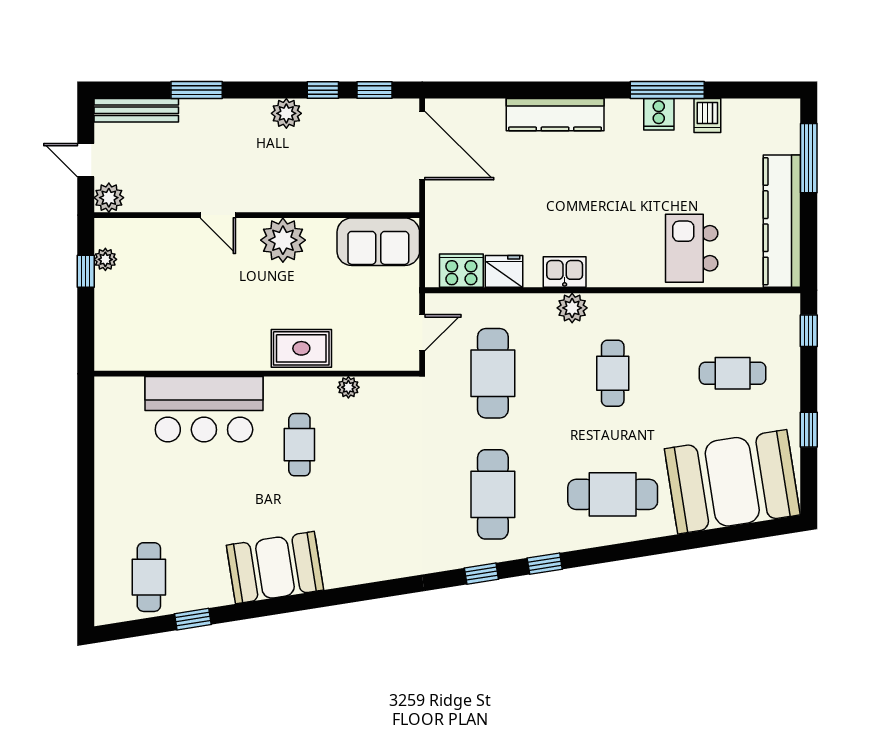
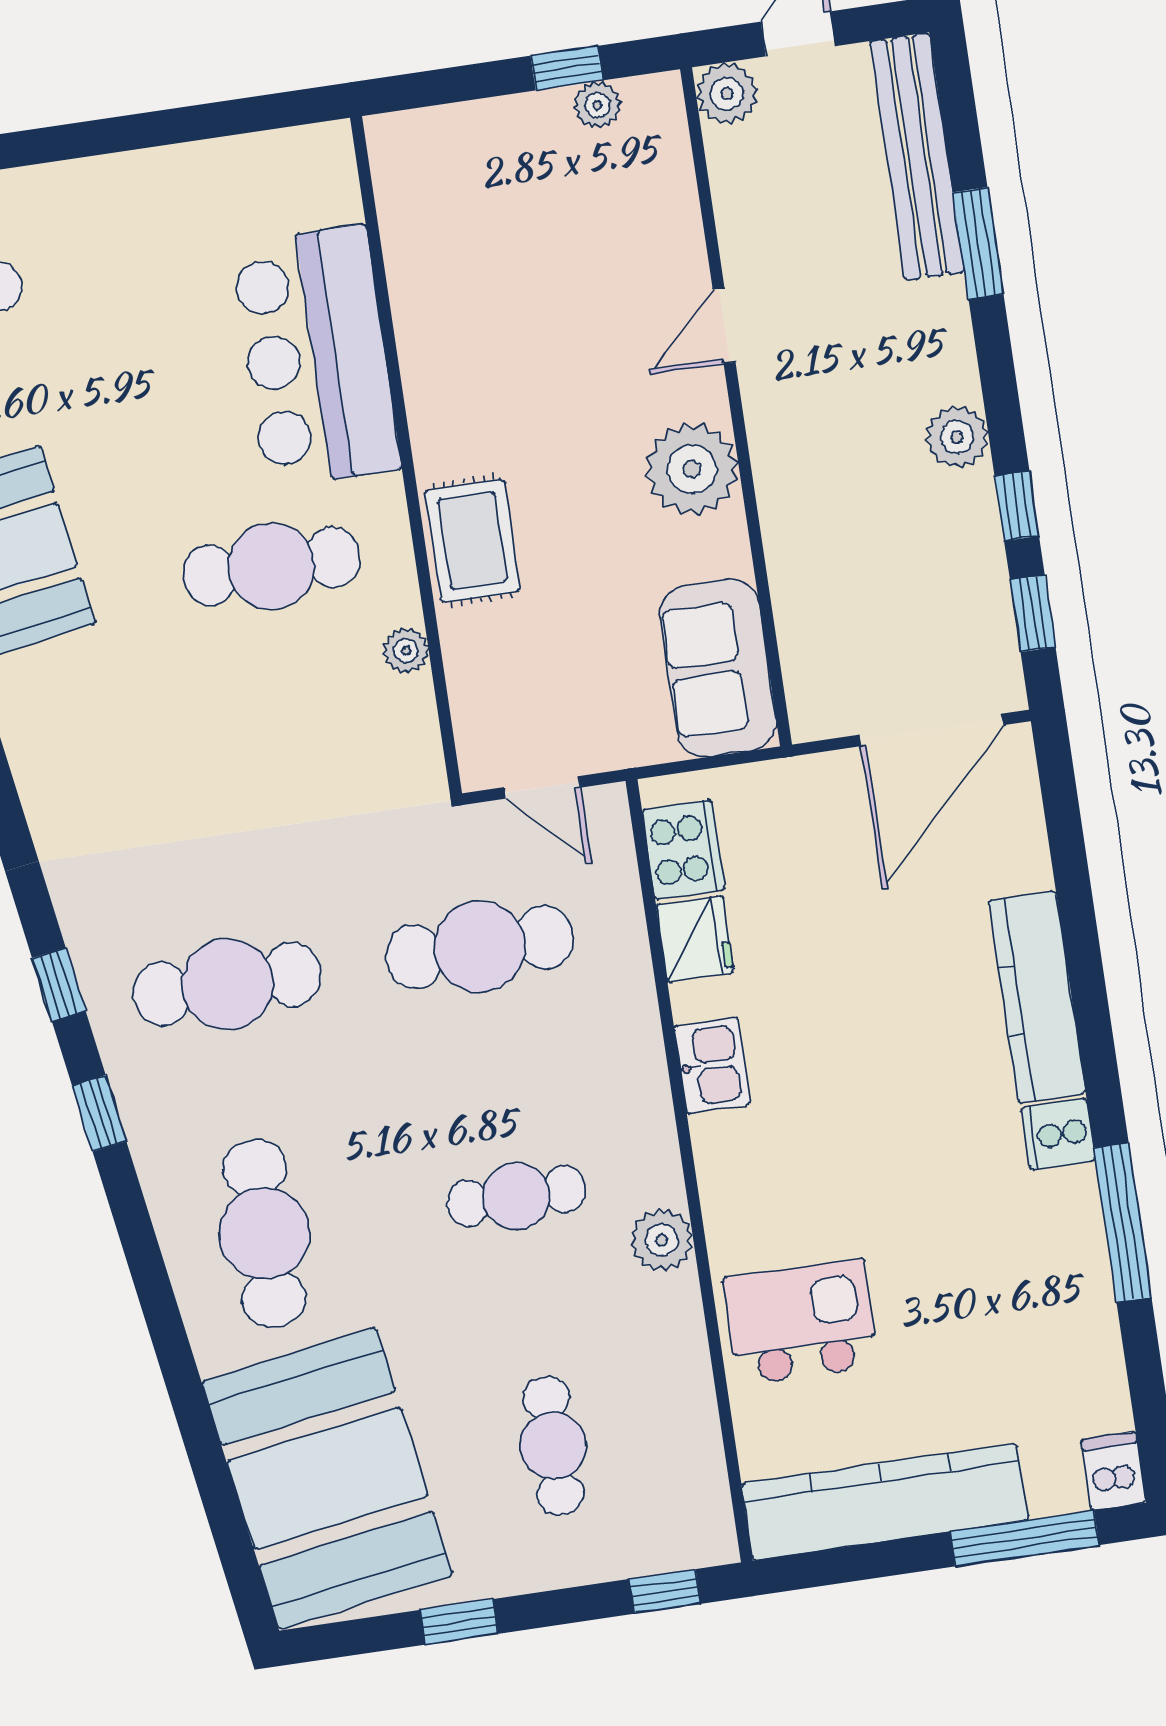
bench: (136, 110) -> (917, 157), width x1.37, depth x1.21
cooker: (659, 114) -> (1058, 1134), moved
dishwasher: (707, 115) -> (1113, 1471), moved, turned 90
plant: (572, 308) -> (662, 1240), moved
cafe table: (299, 445) -> (271, 566), width x1.37, depth x1.35

